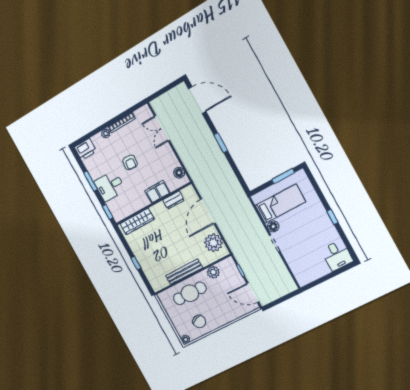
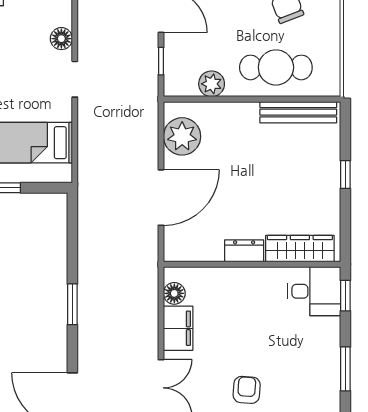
armchair: (130, 162) -> (247, 390), moved
desk: (110, 186) -> (314, 291), moved
filing cabinet: (157, 192) -> (178, 328), moved, turned -90
dresser: (173, 200) -> (244, 251), moved
floor lamp: (273, 226) -> (61, 39), moved
bench: (184, 272) -> (298, 112), moved

